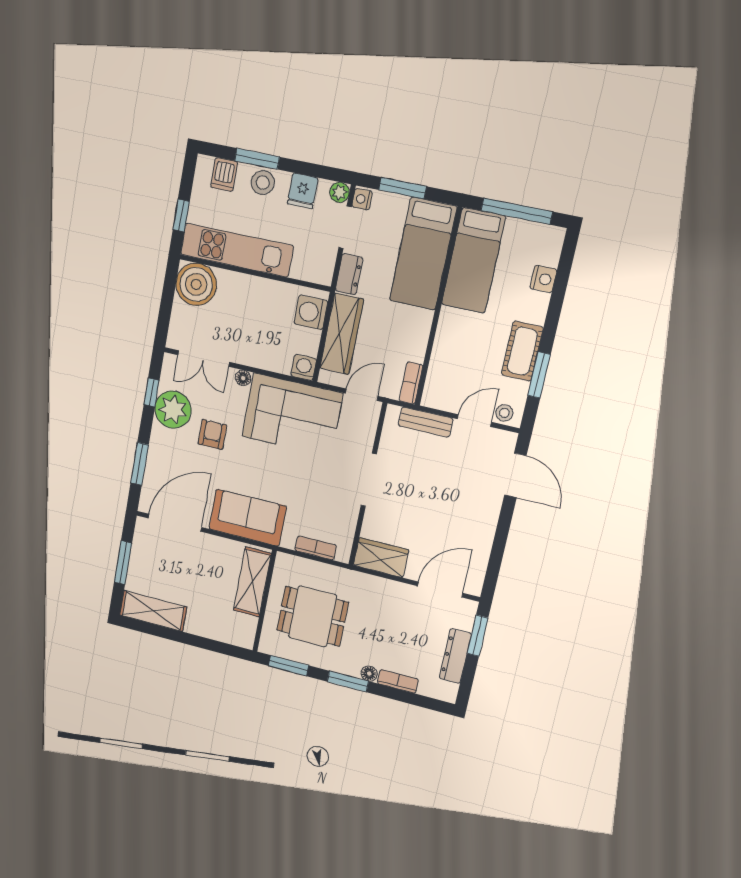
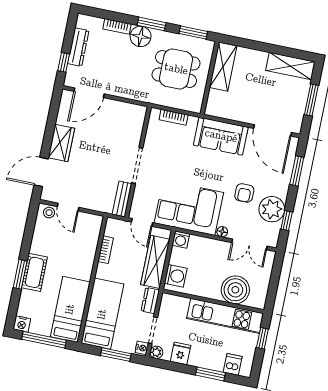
stool: (263, 183) -> (207, 359), removed
nightstand: (543, 279) -> (22, 324), moved, turned -90
boiler: (196, 284) -> (235, 290), moved
cot: (522, 351) -> (34, 272), moved
double door: (203, 358) -> (249, 244), swing flipped
window: (539, 375) -> (20, 274), moved
bookcase: (411, 383) -> (106, 250), moved
door: (362, 395) -> (142, 222), hinge flipped
door: (474, 421) -> (68, 207), hinge flipped
bench: (426, 422) -> (122, 199), moved, turned 90
door: (515, 475) -> (41, 172), hinge flipped
door: (175, 523) -> (273, 130), hinge flipped
wardrobe: (381, 558) -> (61, 143), moved, turned -90
shelving: (252, 582) -> (223, 67), moved
window: (478, 636) -> (64, 62), width x0.67
floor lamp: (369, 674) -> (141, 36), width x1.89, depth x1.89

